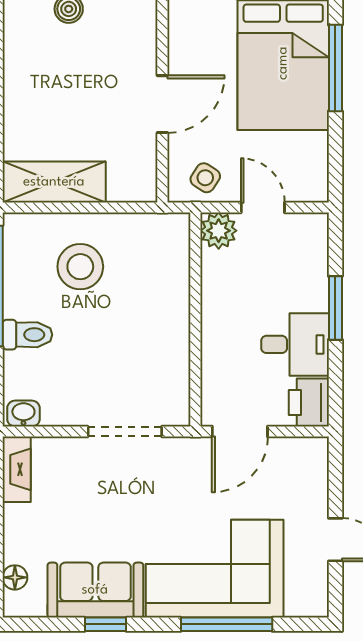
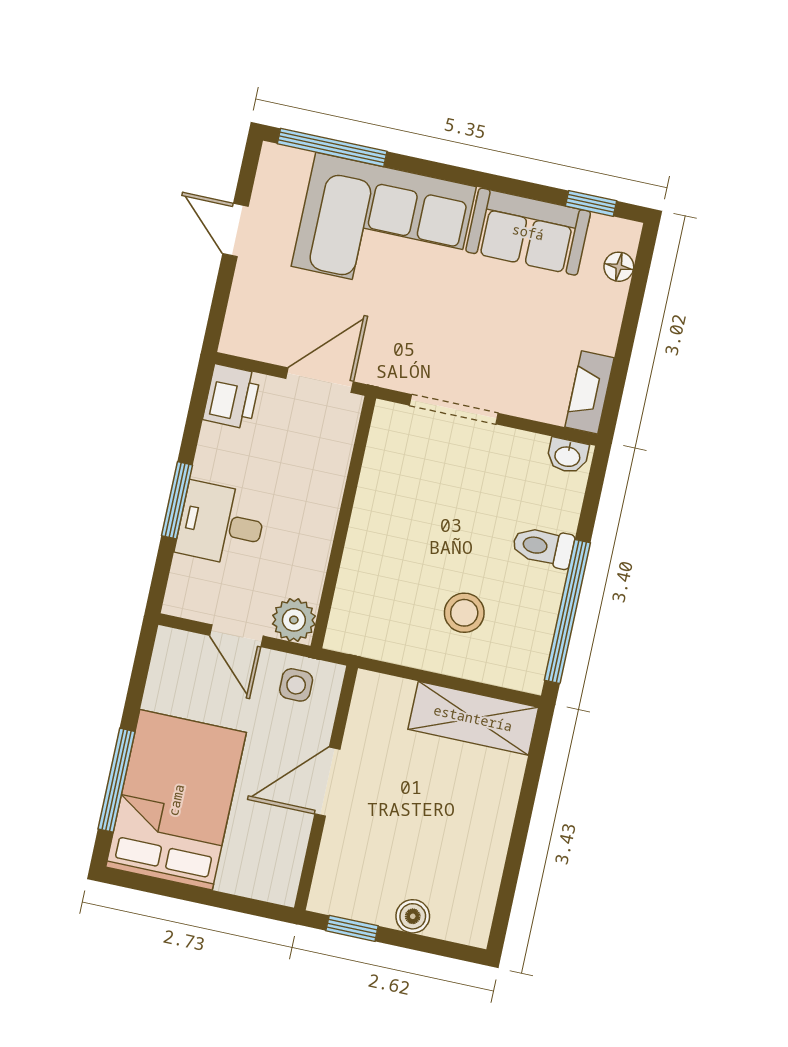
side table: (205, 178) -> (296, 685), turned -33
stool: (80, 267) -> (464, 613), width x0.73, depth x0.73
desk: (295, 344) -> (221, 524), moved
window: (106, 624) -> (591, 203), moved
window: (227, 624) -> (332, 147), moved

